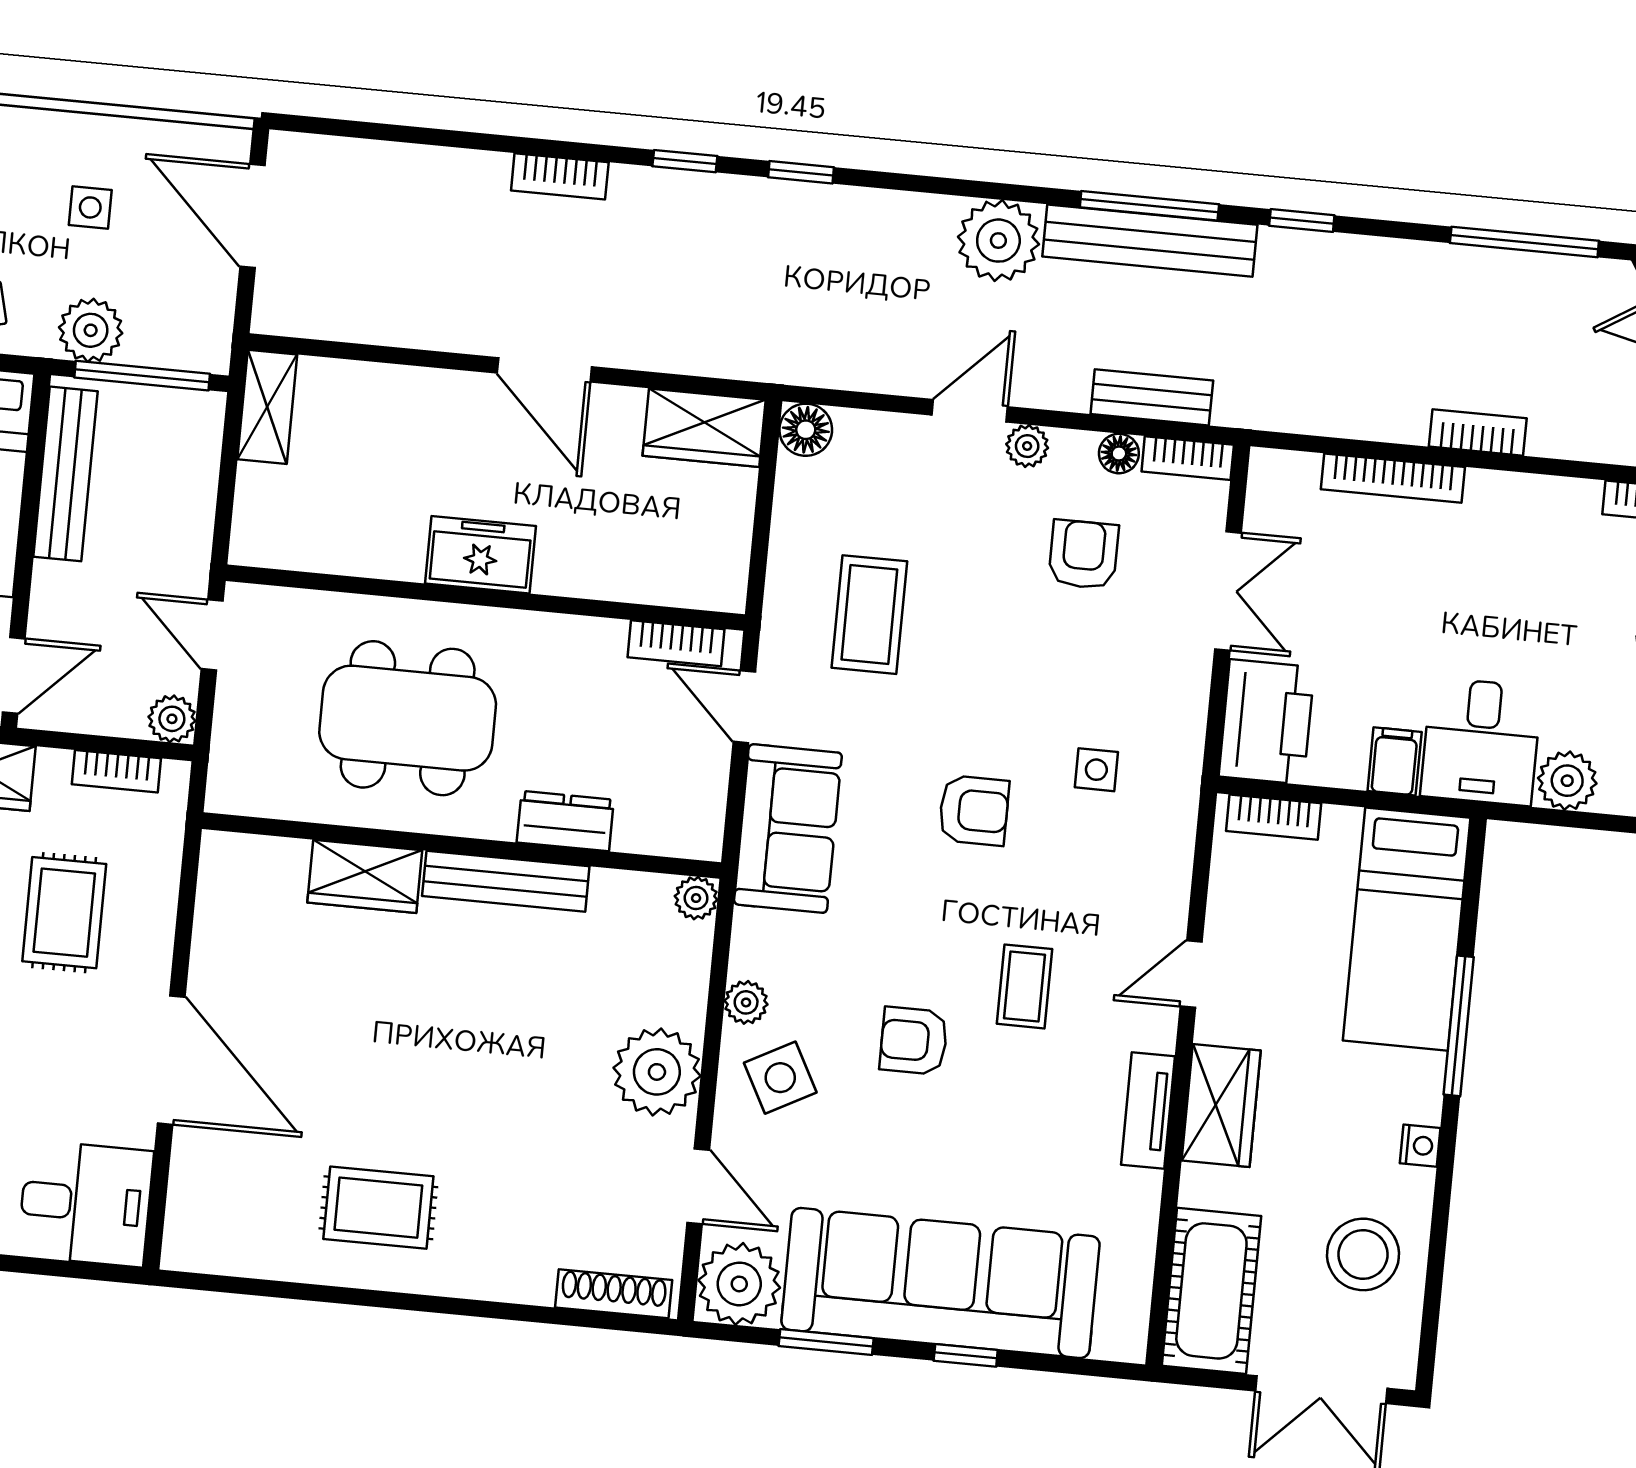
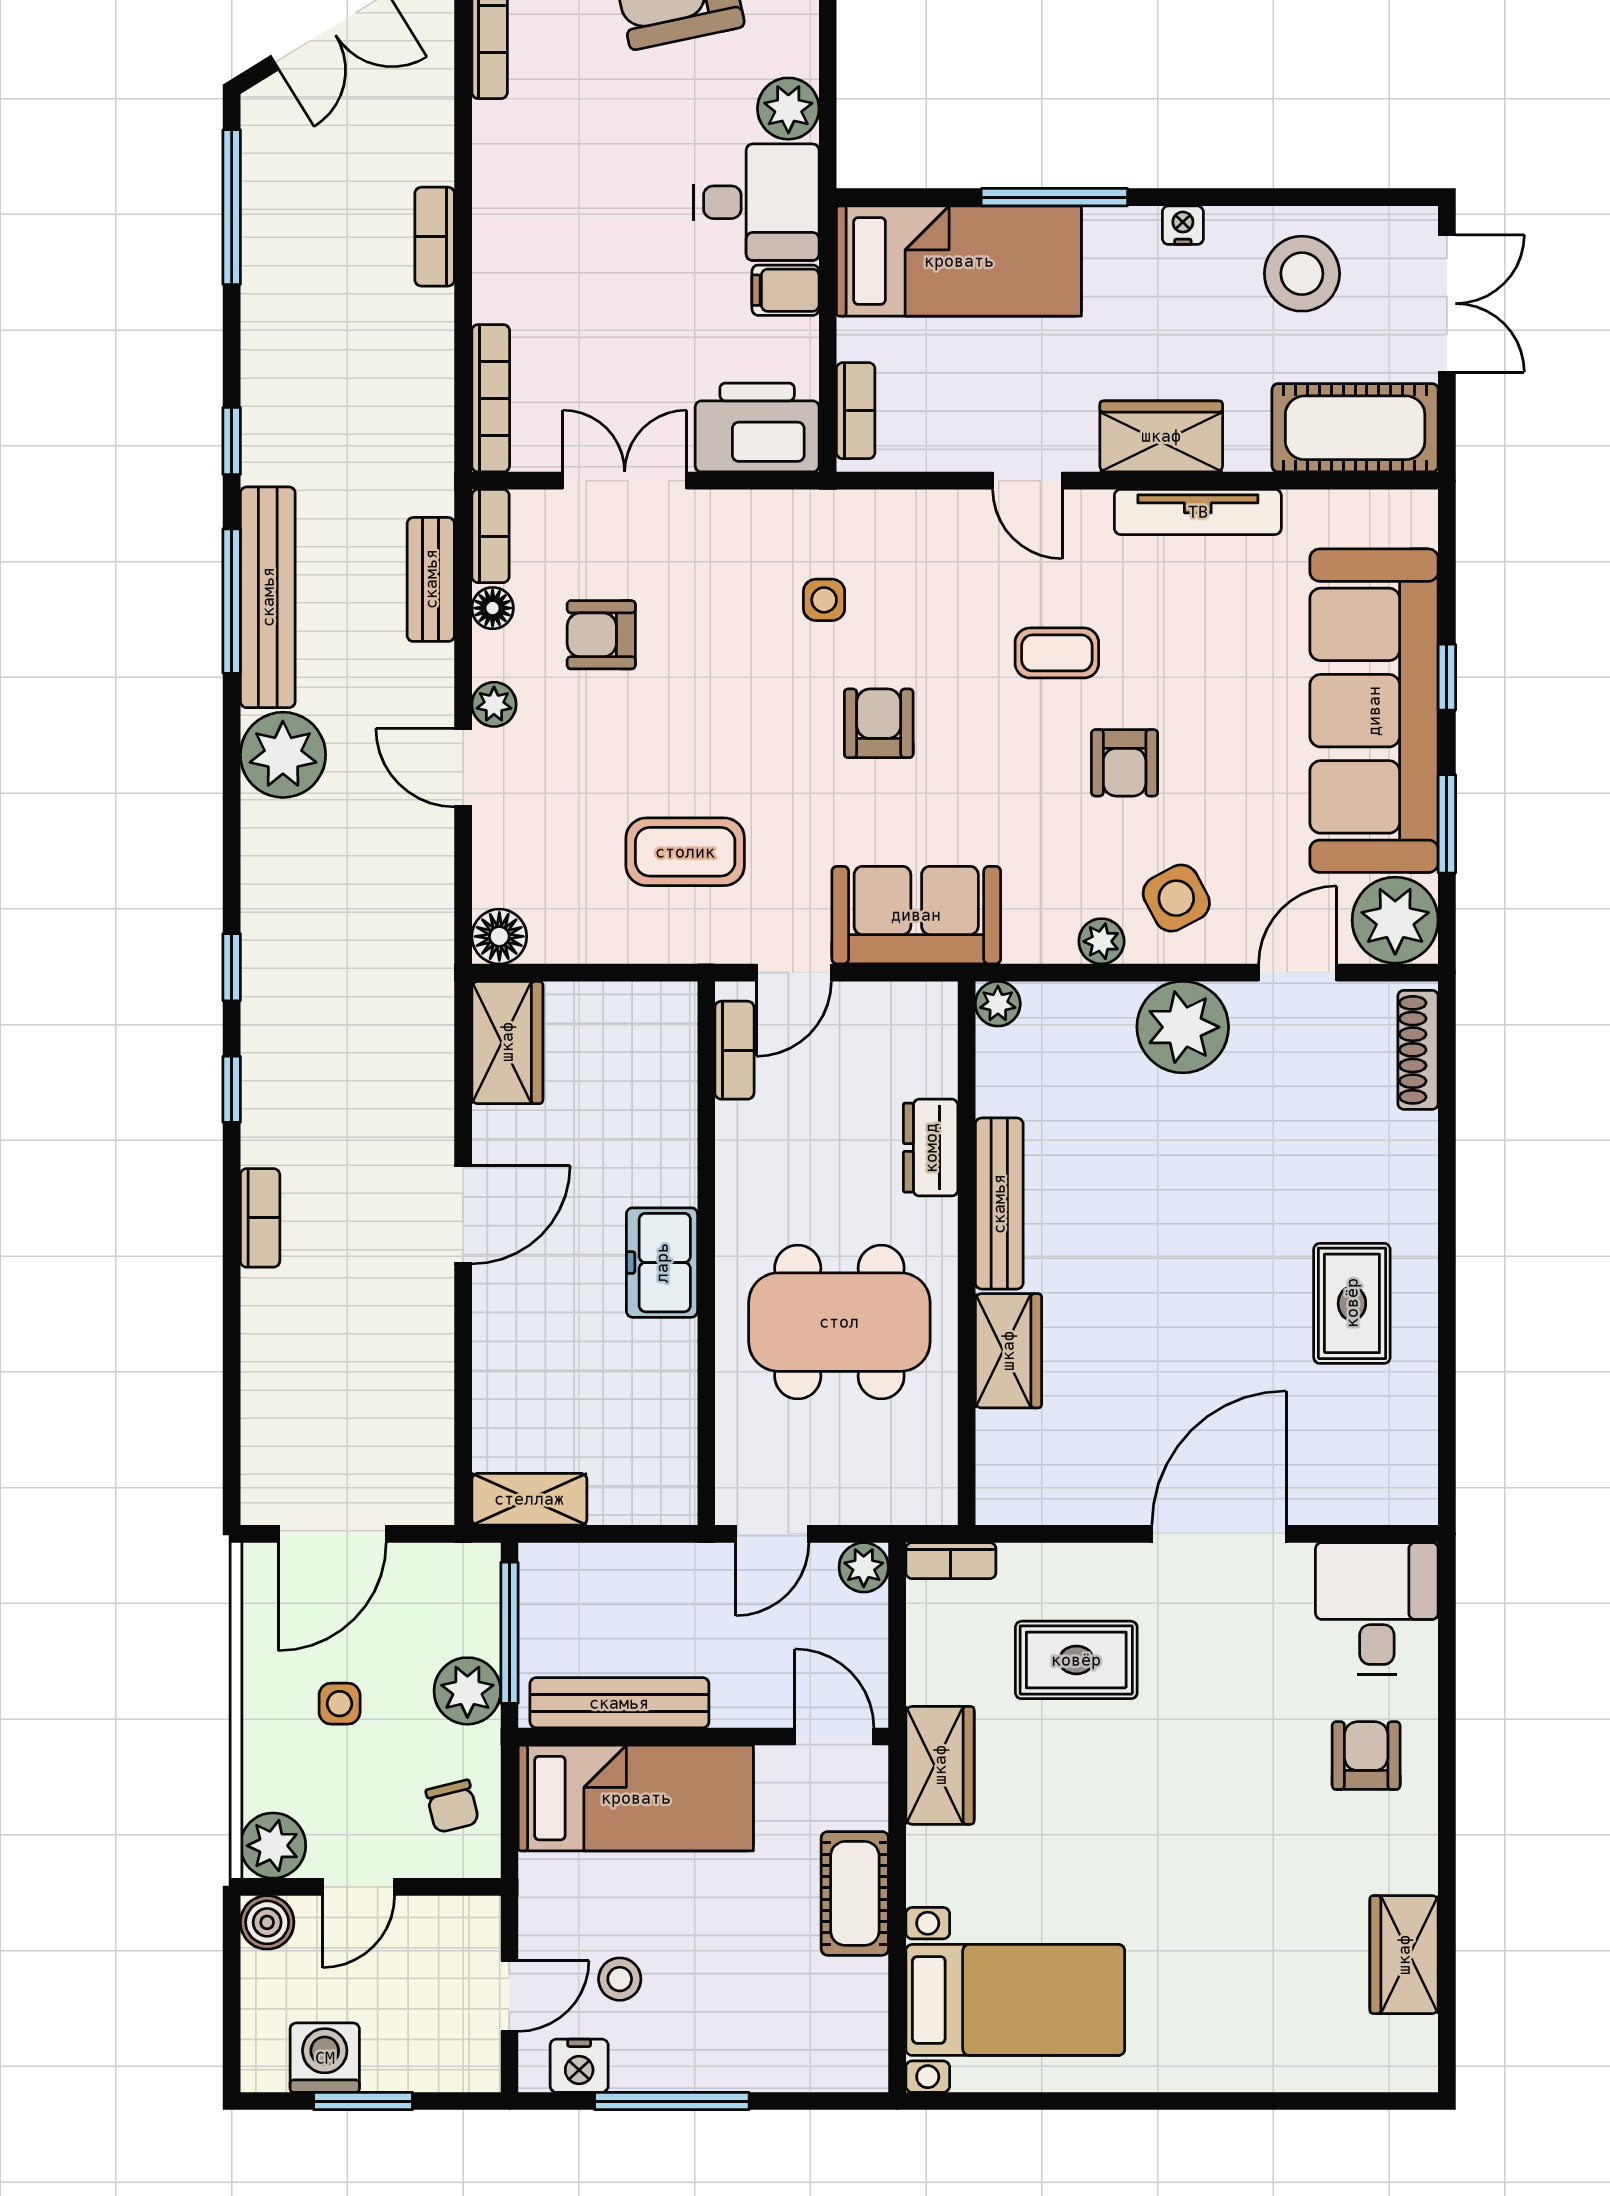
bookcase: (1393, 478) -> (491, 398), moved
dining table: (408, 718) -> (839, 1322), turned 90
bookcase: (116, 771) -> (951, 1561), moved, turned 90
tv unit: (1148, 1110) -> (1198, 512), width x1.41

